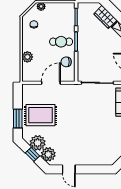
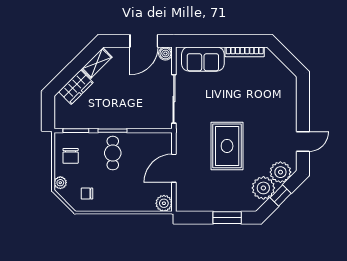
plant: (27, 57) -> (164, 203), moved
chair: (66, 62) -> (71, 156), moved
door: (51, 83) -> (174, 168), hinge flipped
rug: (41, 115) -> (227, 146), moved

